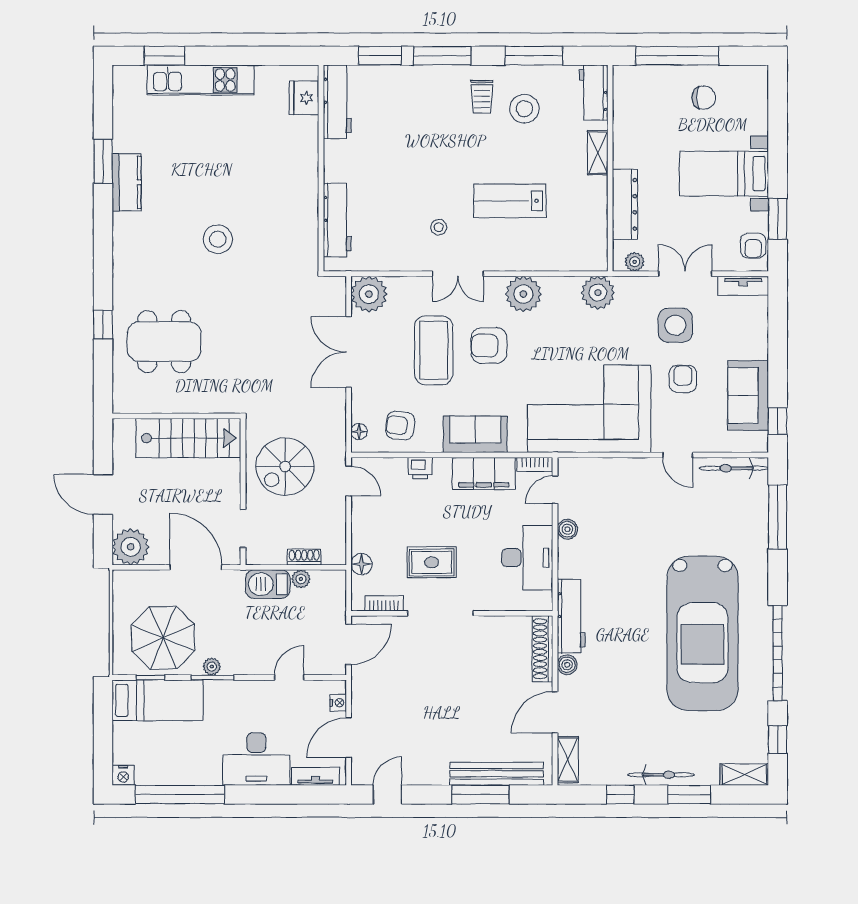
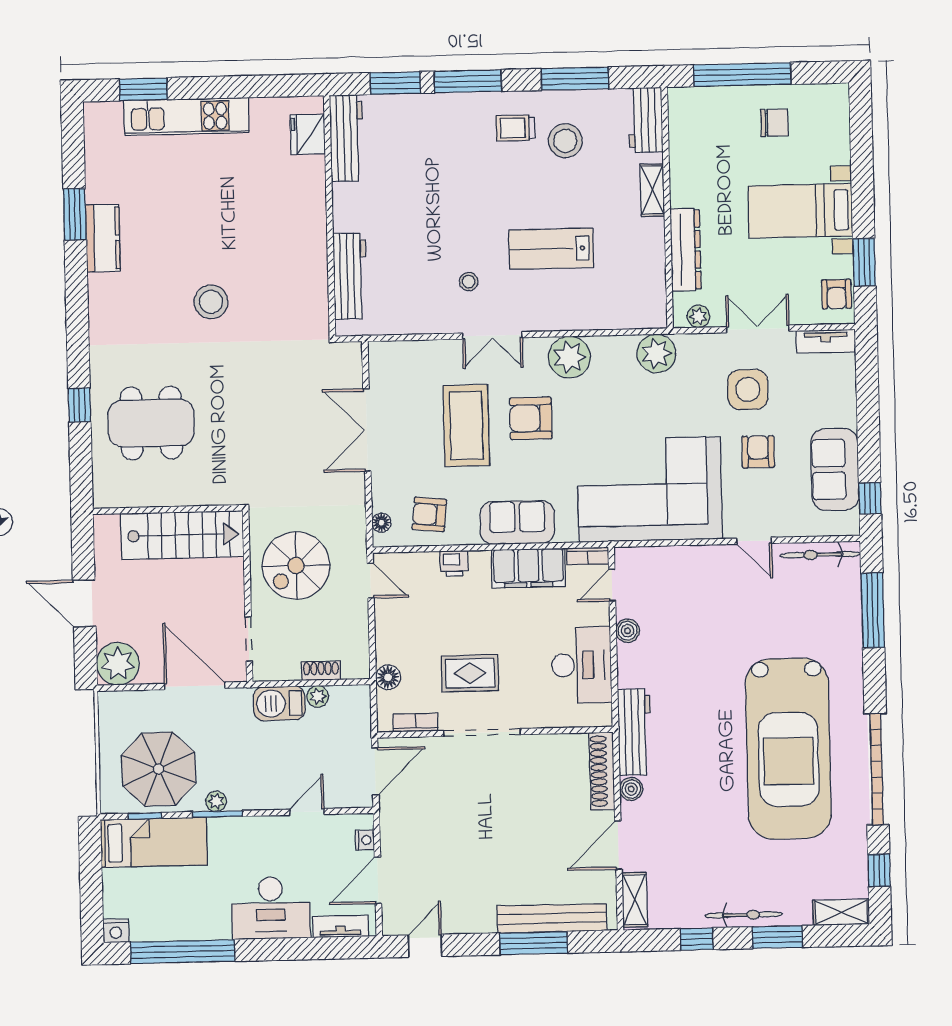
trolley: (482, 97) -> (515, 128), turned 90
plant: (369, 294) -> (389, 362), removed

